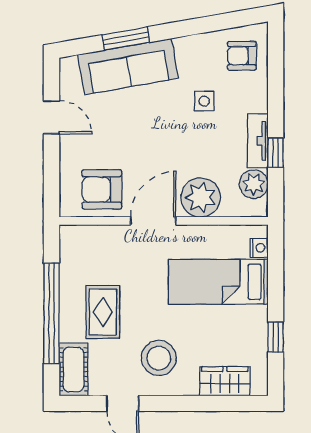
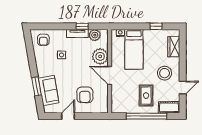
sofa: (128, 66) -> (49, 91), width x0.73
armchair: (102, 189) -> (85, 95), moved
rug: (103, 312) -> (146, 96), turned 90

